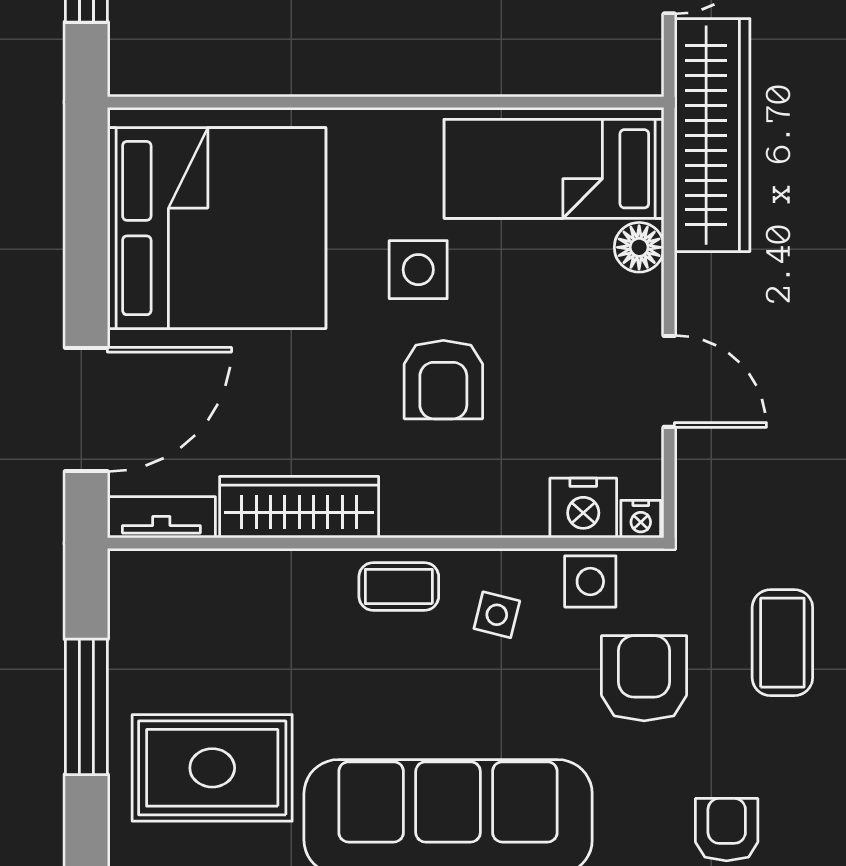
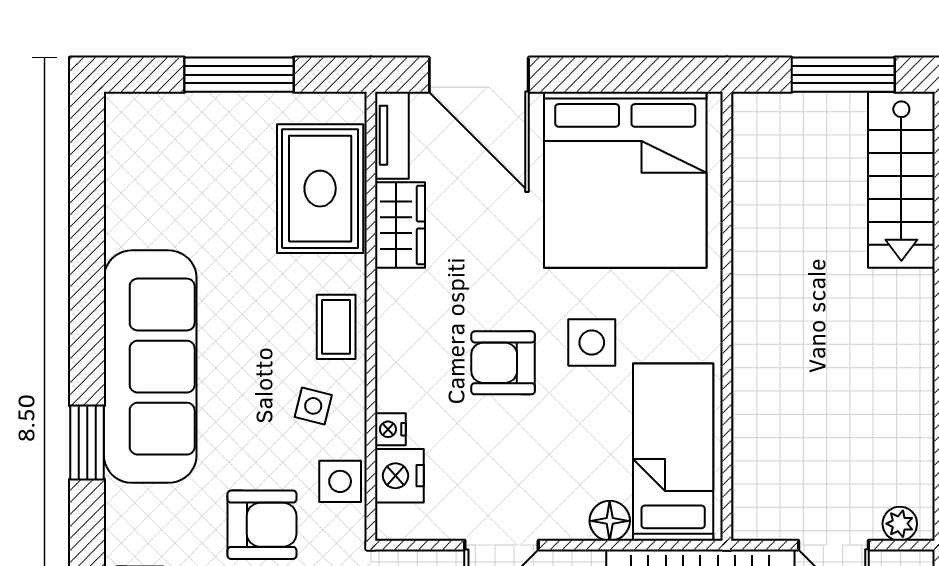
wardrobe: (299, 507) -> (400, 225), width x0.67
nightstand: (641, 519) -> (390, 429), moved
rug: (212, 768) -> (320, 189), moved

